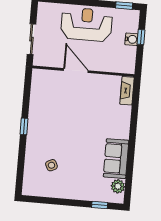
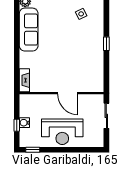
sofa: (116, 159) -> (29, 30), width x1.36

